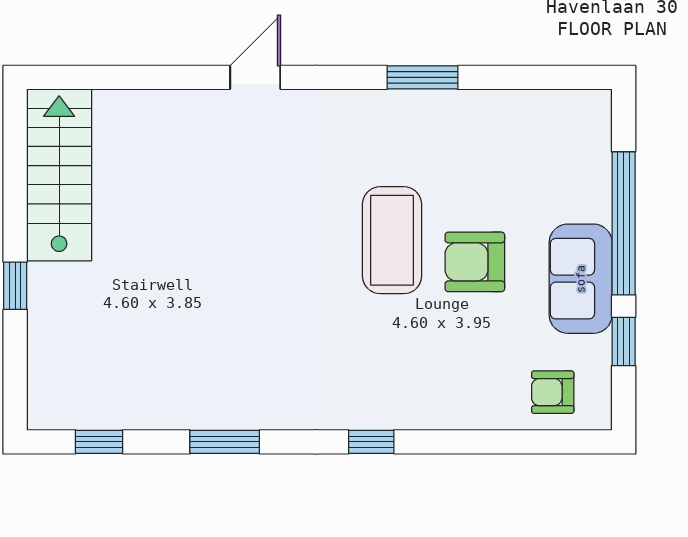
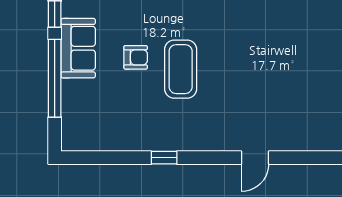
window: (422, 77) -> (164, 158), width x0.67
armchair: (475, 262) -> (136, 57), width x0.72, depth x0.72

